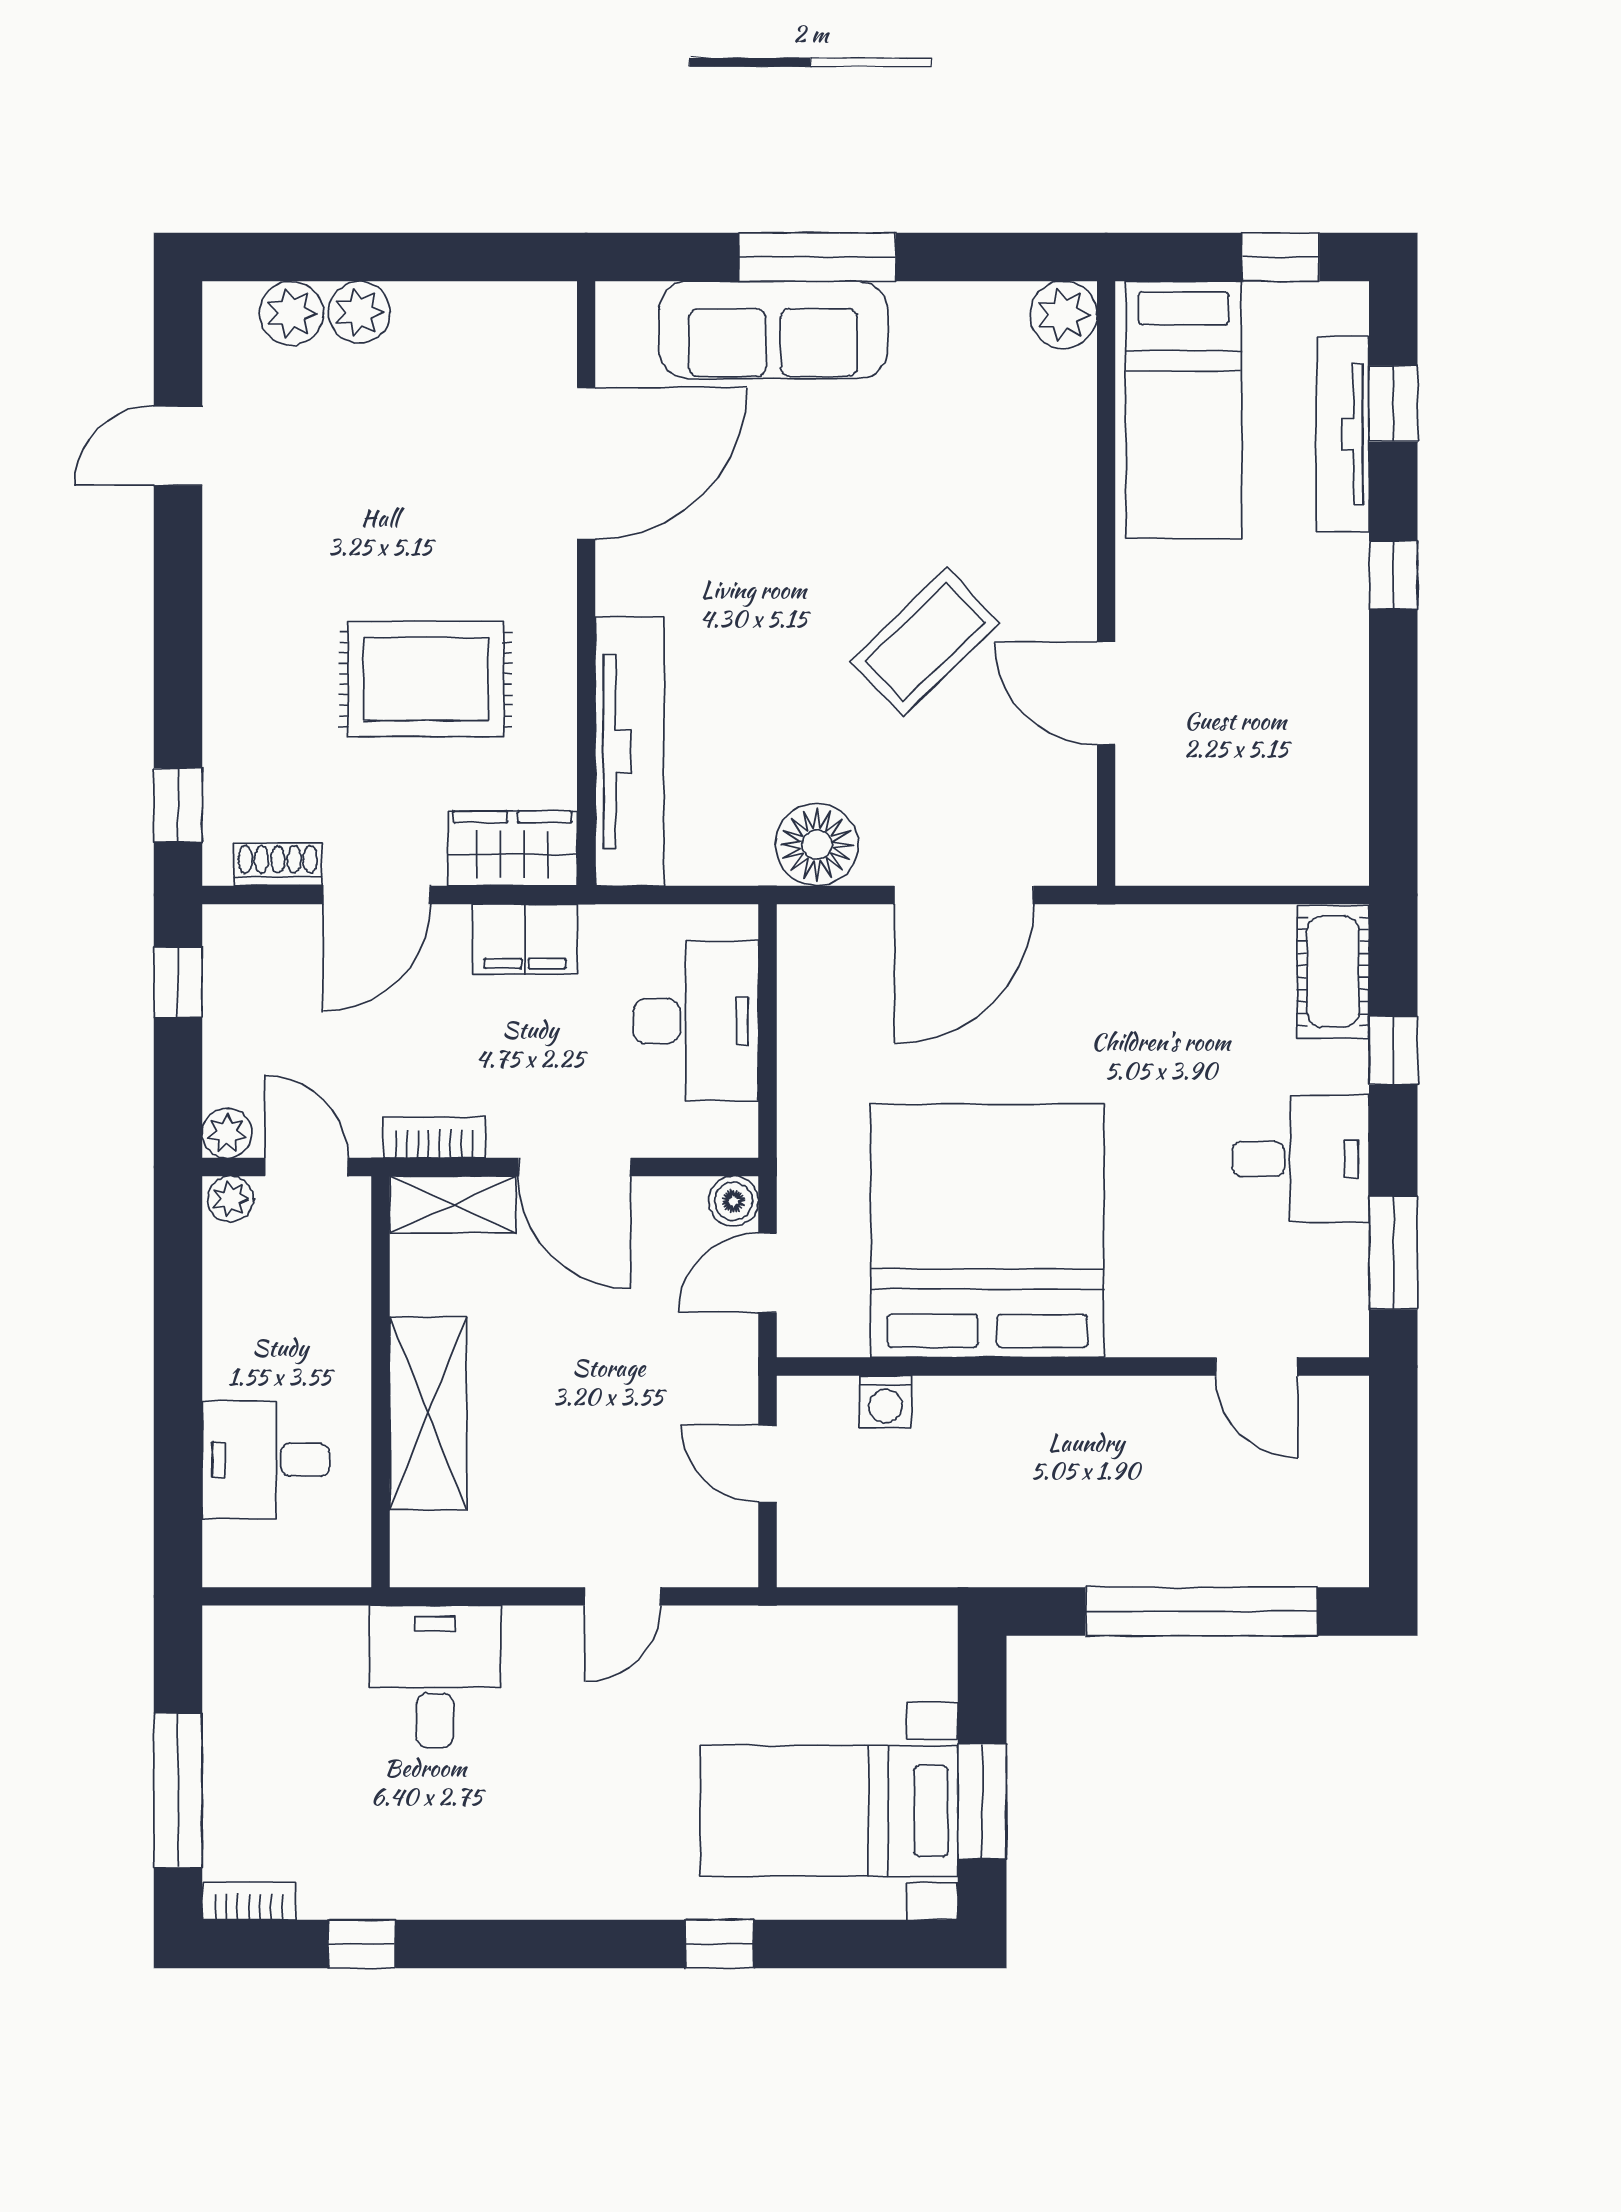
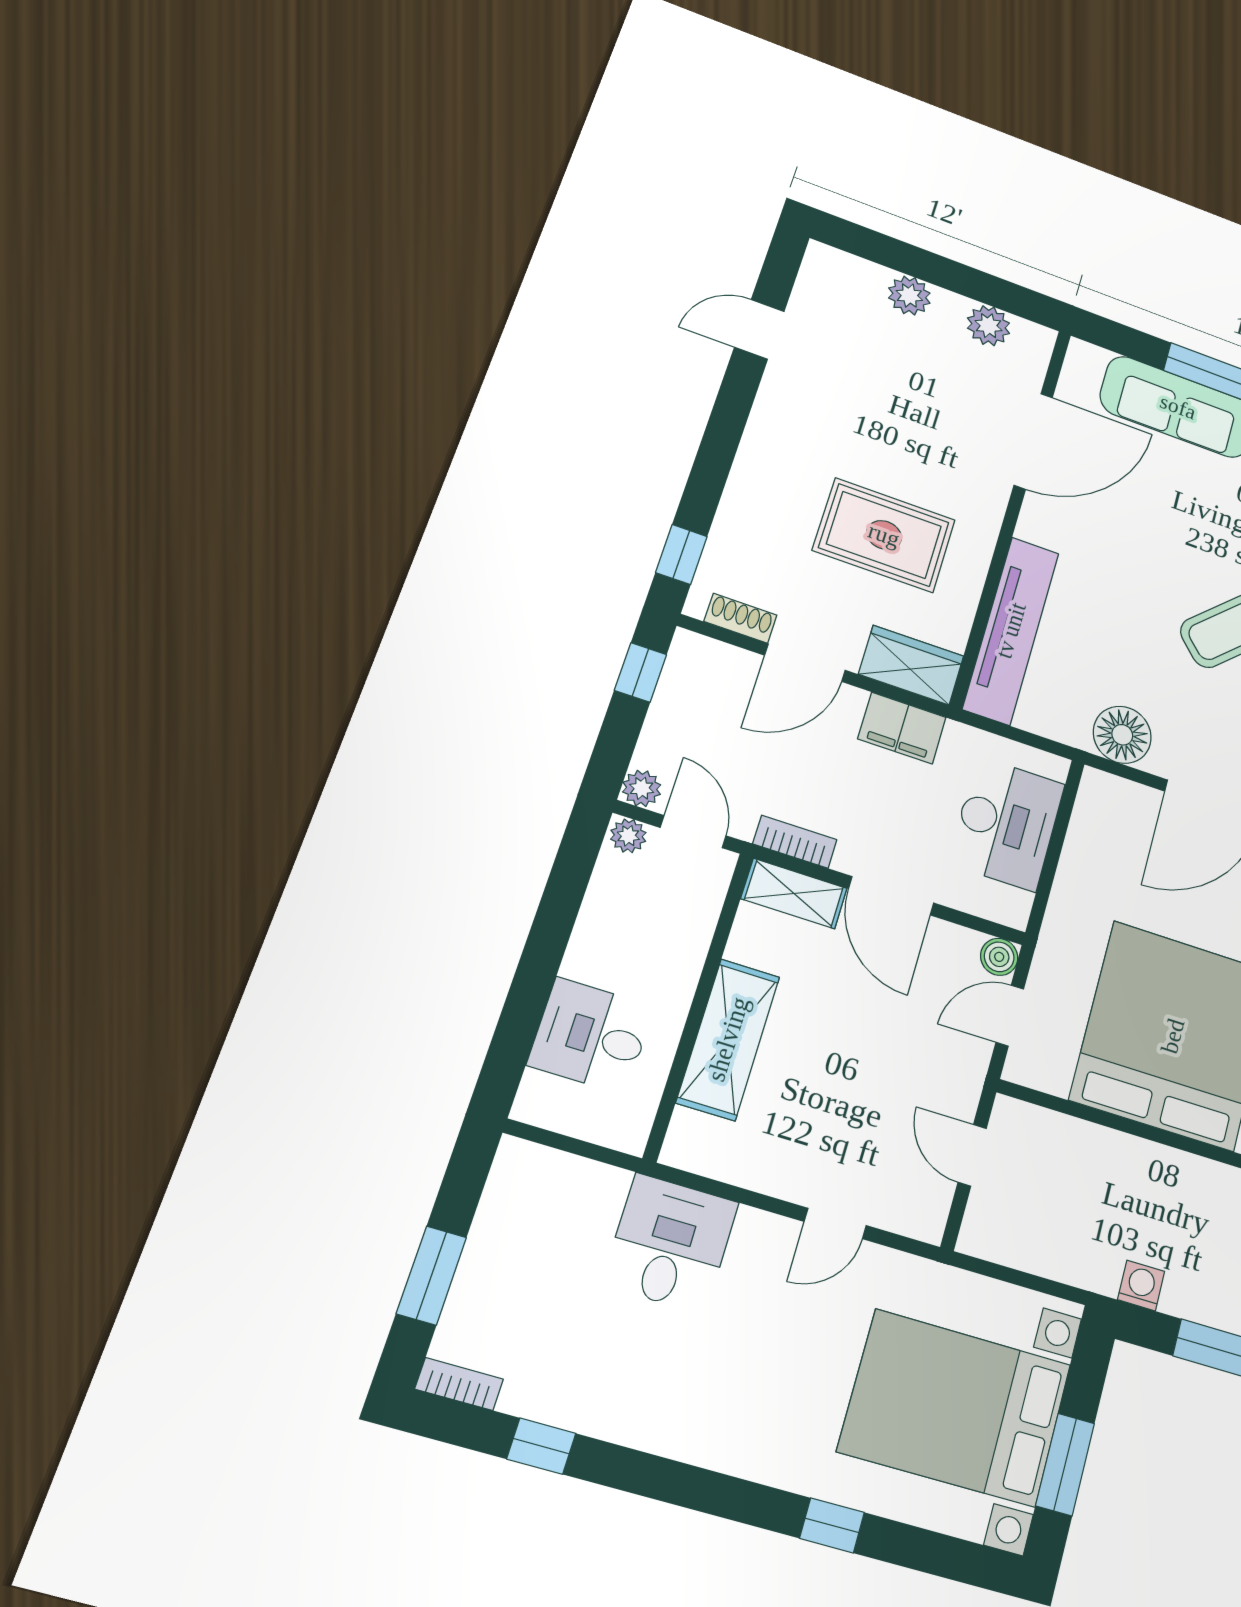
plant: (291, 313) -> (989, 326), moved
washing machine: (885, 1402) -> (1141, 1285), moved, turned 180
window: (178, 1790) -> (431, 1275), width x0.69
bed with nightstands: (829, 1811) -> (955, 1408), width x1.36

